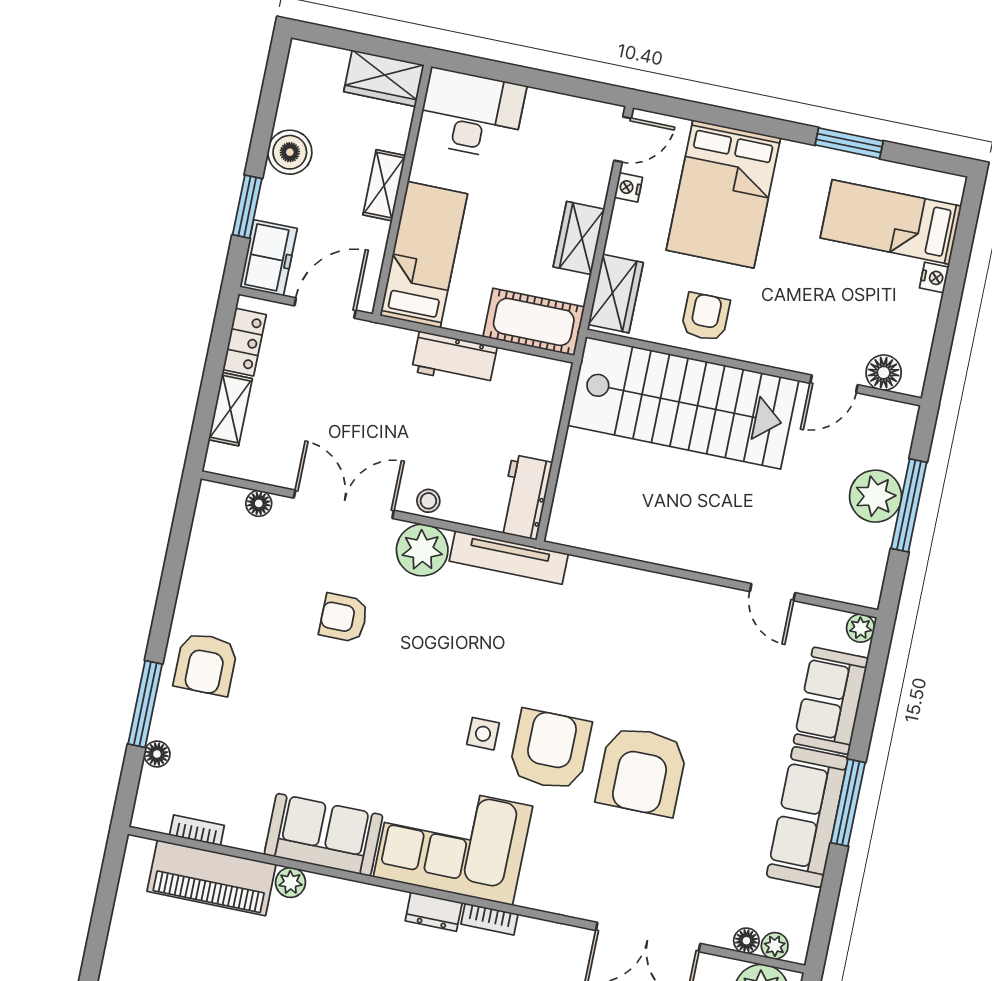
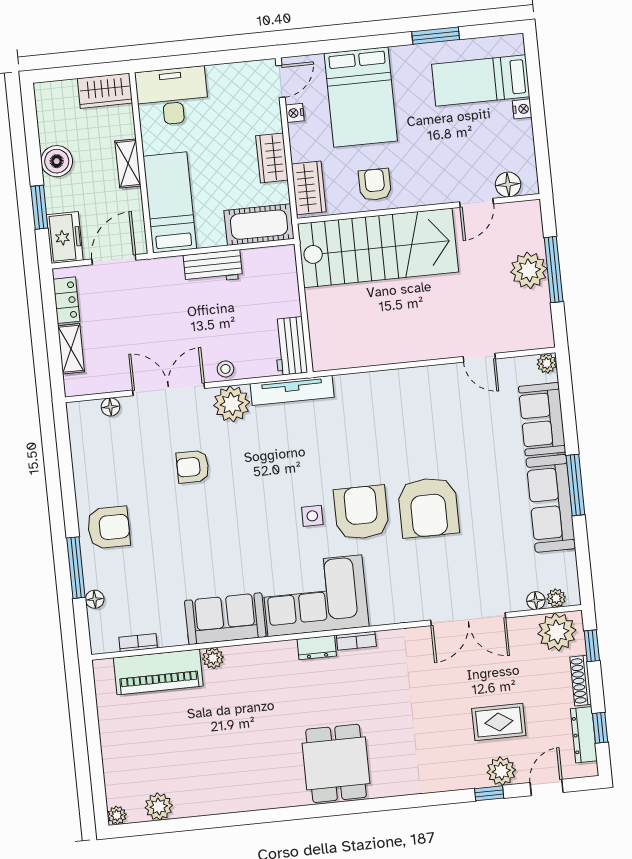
armchair: (206, 664) -> (109, 528), turned -90

